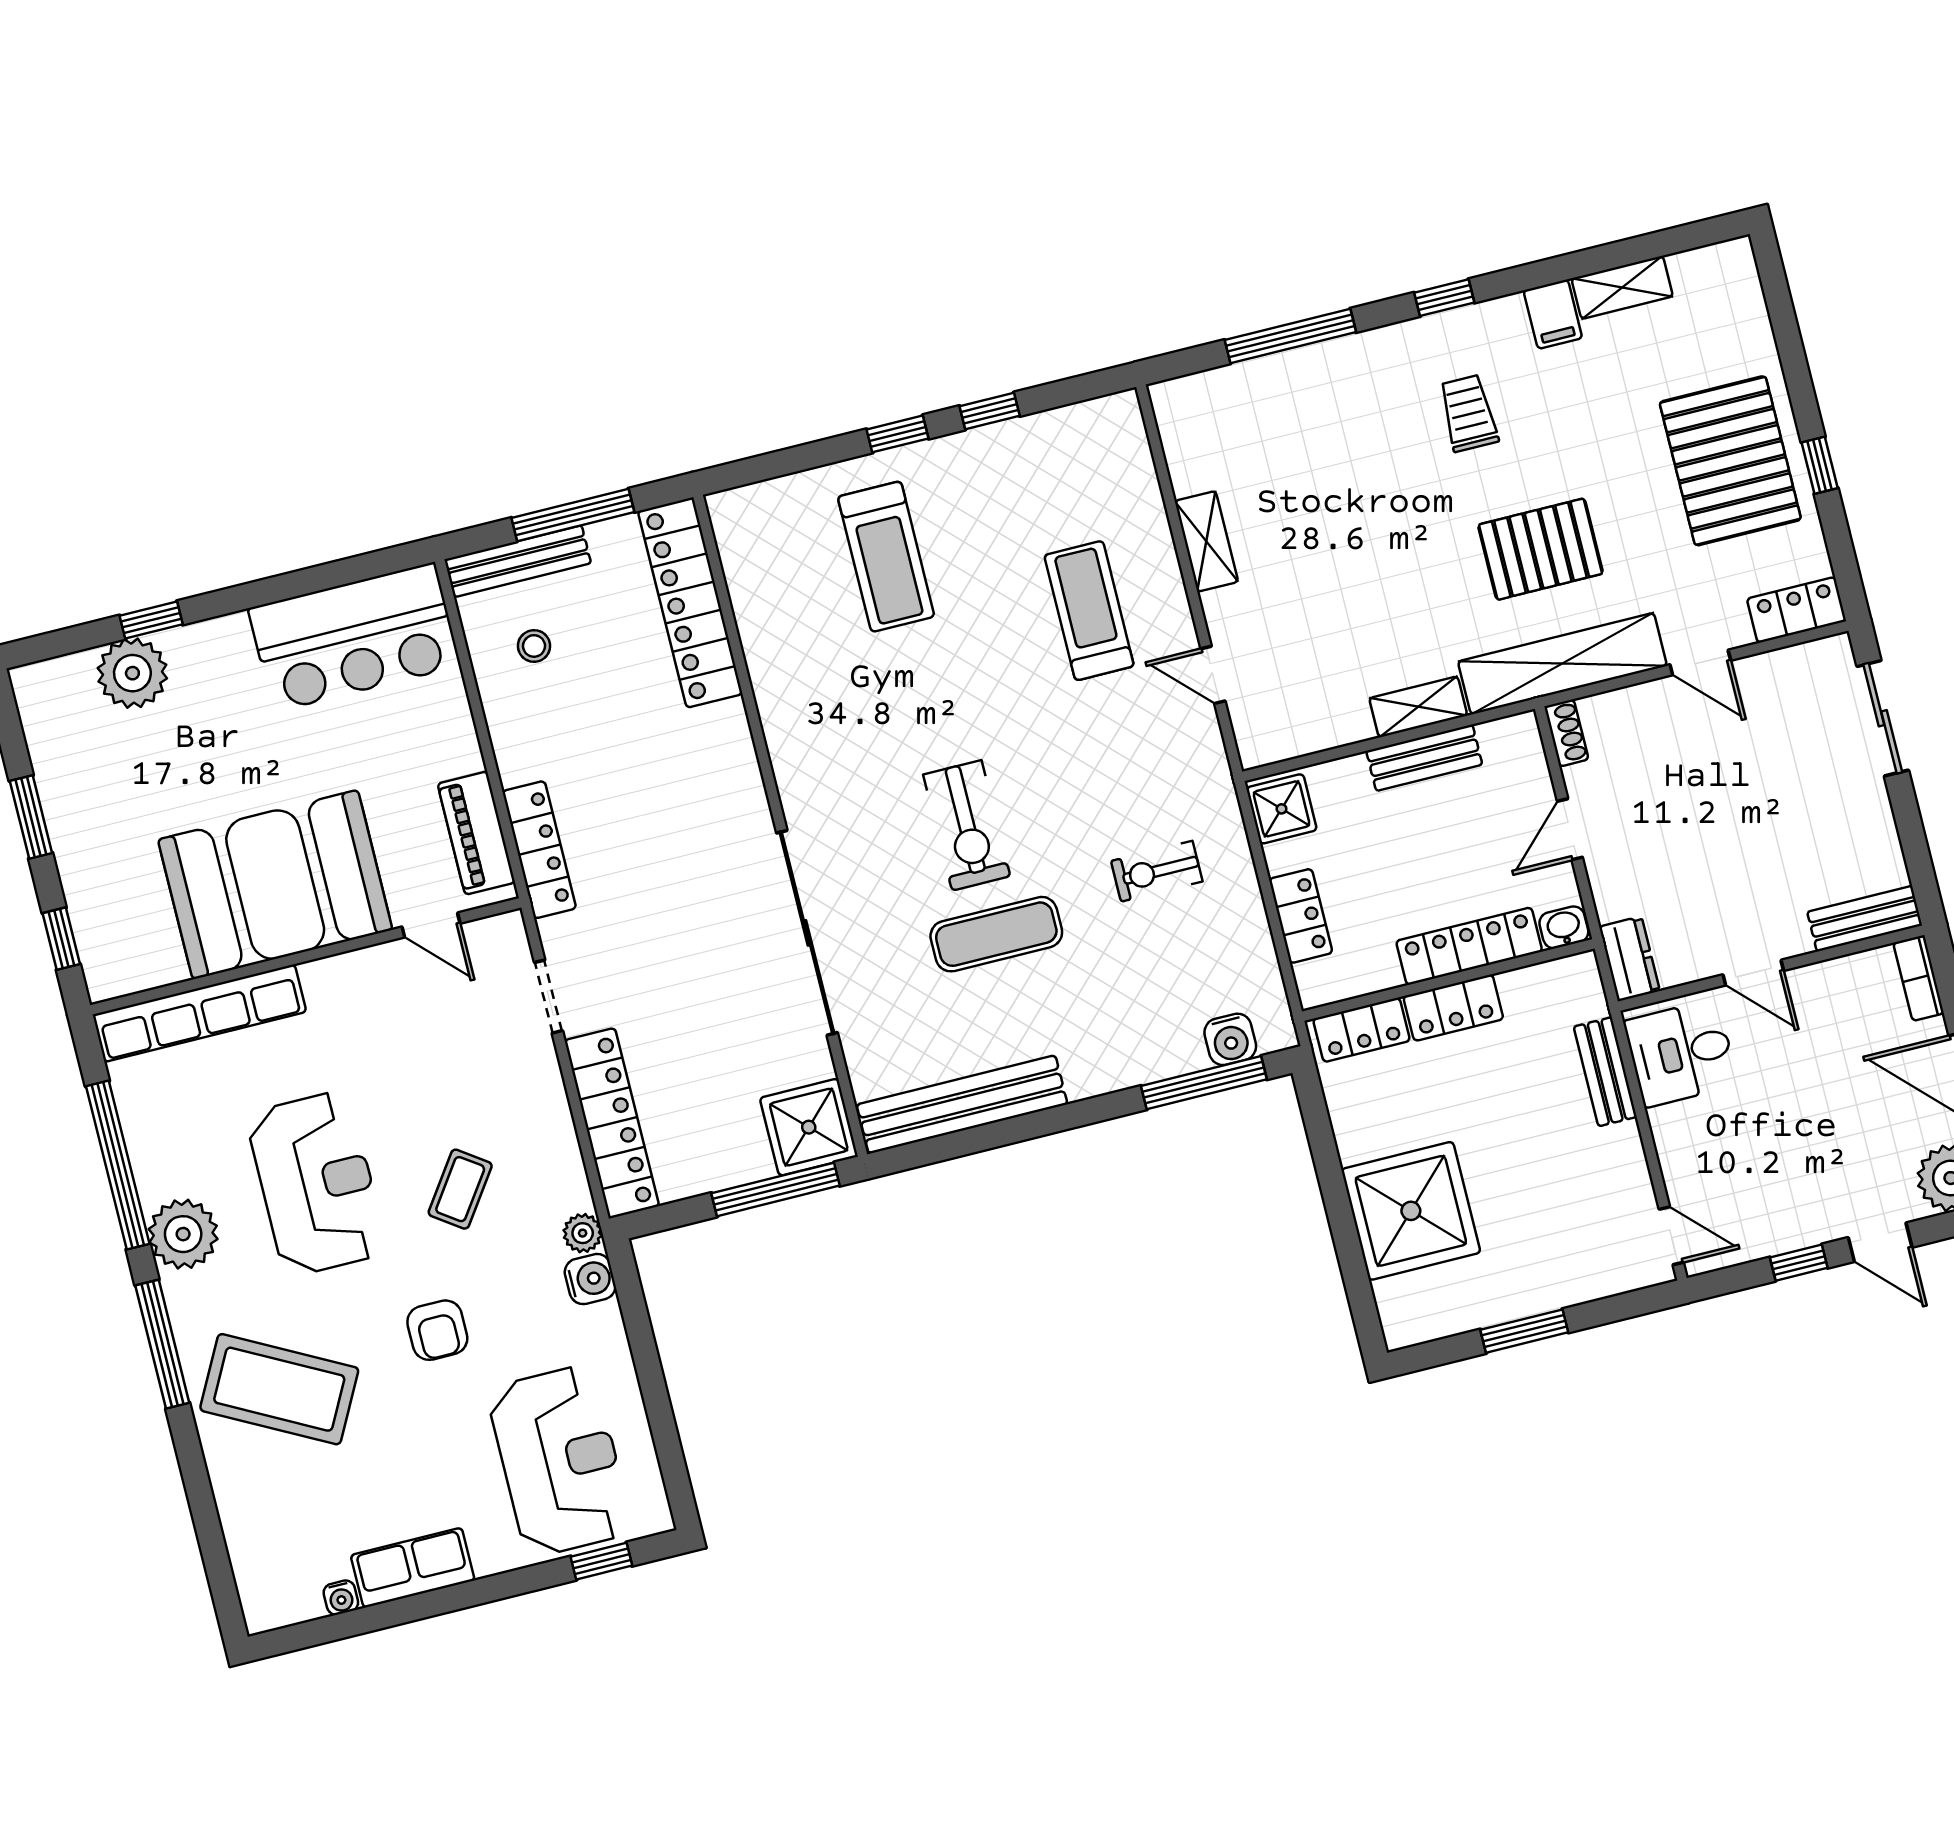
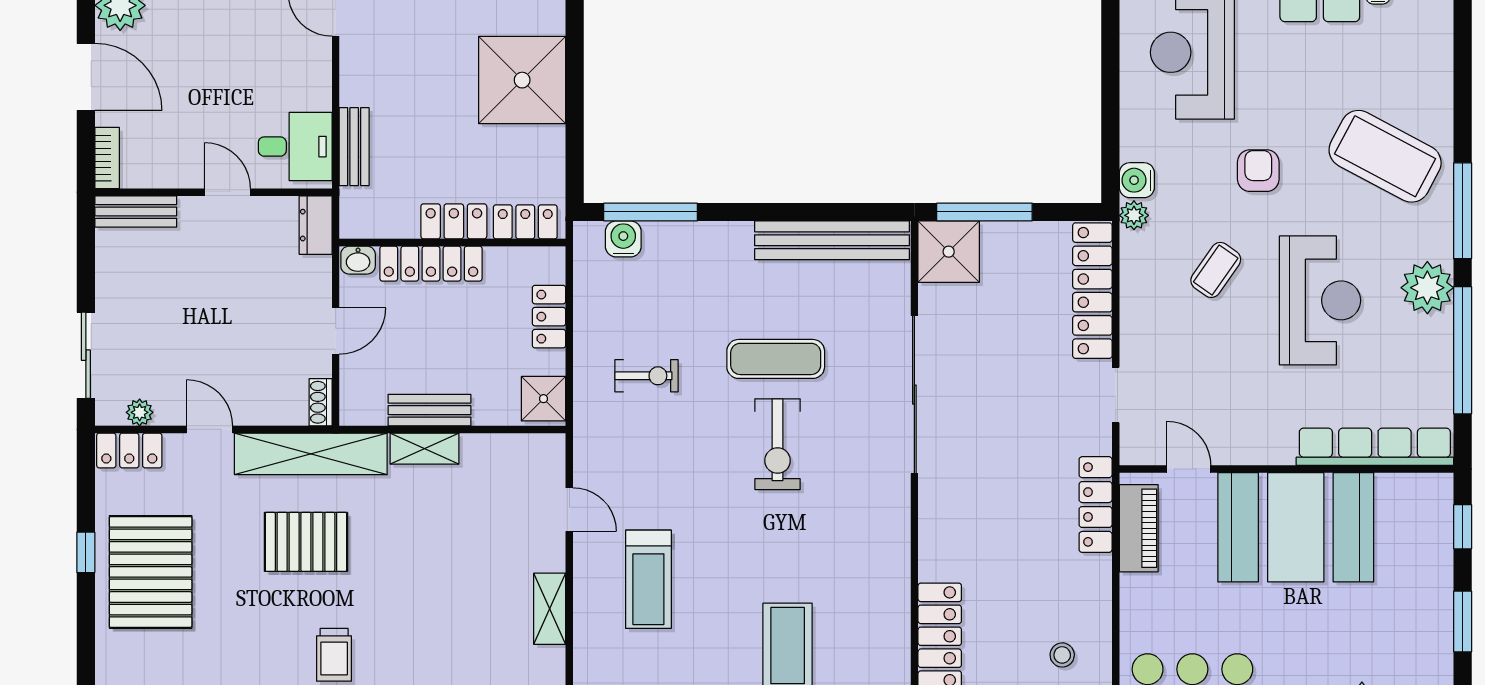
plant: (1795, 662) -> (140, 412), added
exercise bike: (967, 825) -> (778, 444), turned 180
reception desk: (317, 1183) -> (1320, 300), turned 180

